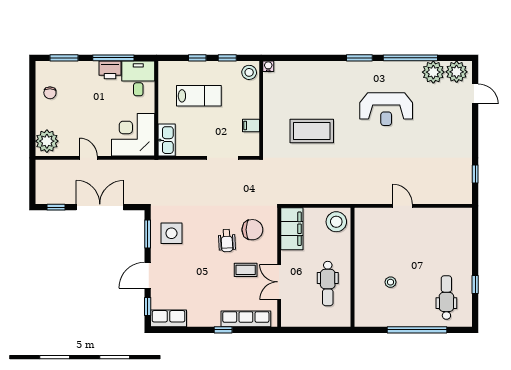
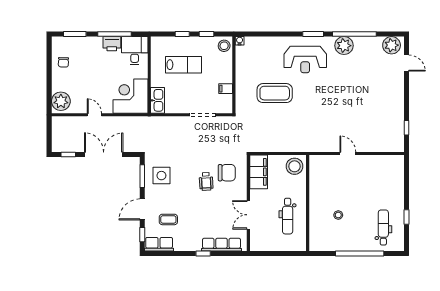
plant: (433, 72) -> (344, 46), moved
reception desk: (386, 109) -> (305, 60), moved
coffee table: (246, 270) -> (168, 219), moved

